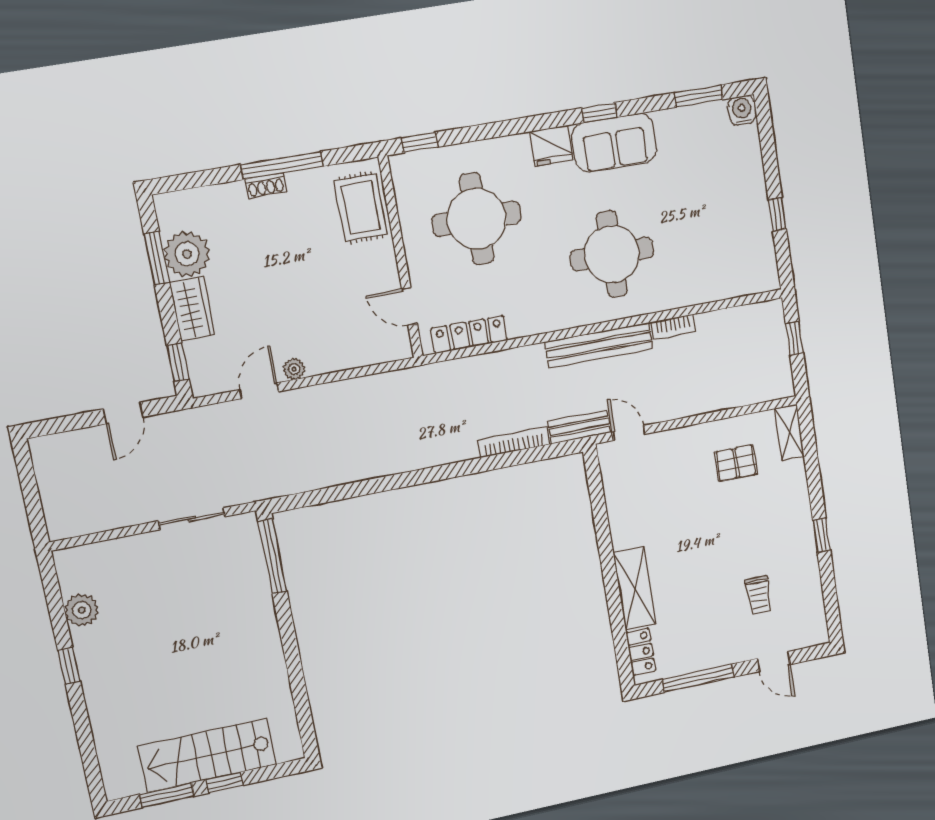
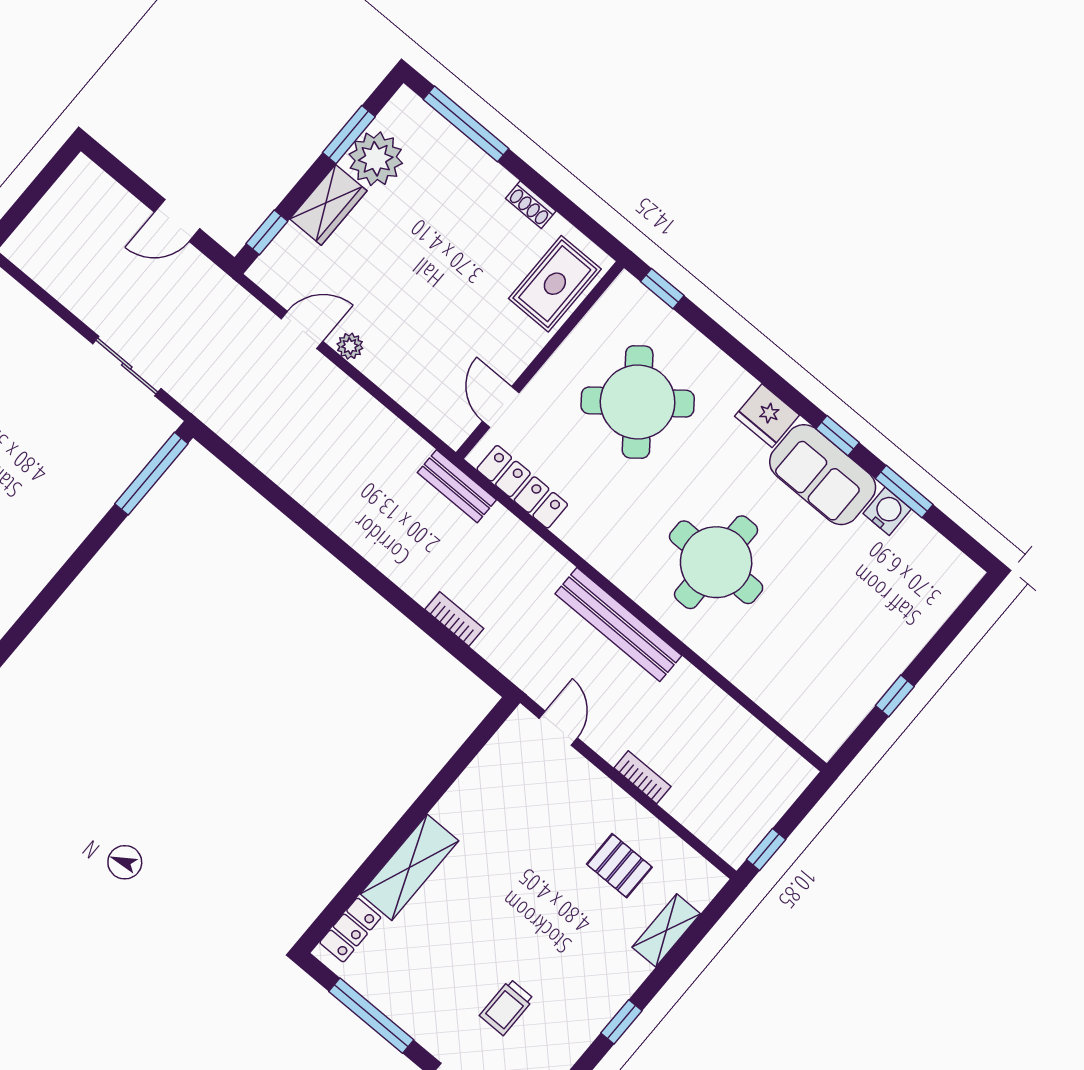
window: (699, 96) -> (904, 492), moved
water cooler: (742, 110) -> (887, 511), moved
window: (282, 165) -> (466, 124), moved
shoe rack: (266, 185) -> (531, 205), moved
round table: (477, 219) -> (638, 402), turned -38
bookcase: (673, 327) -> (642, 777), moved, turned 180
window: (794, 338) -> (766, 849), moved
bench: (579, 427) -> (457, 486), moved
shelving: (789, 432) -> (666, 930), moved
bookcase: (514, 442) -> (454, 619), width x0.64

